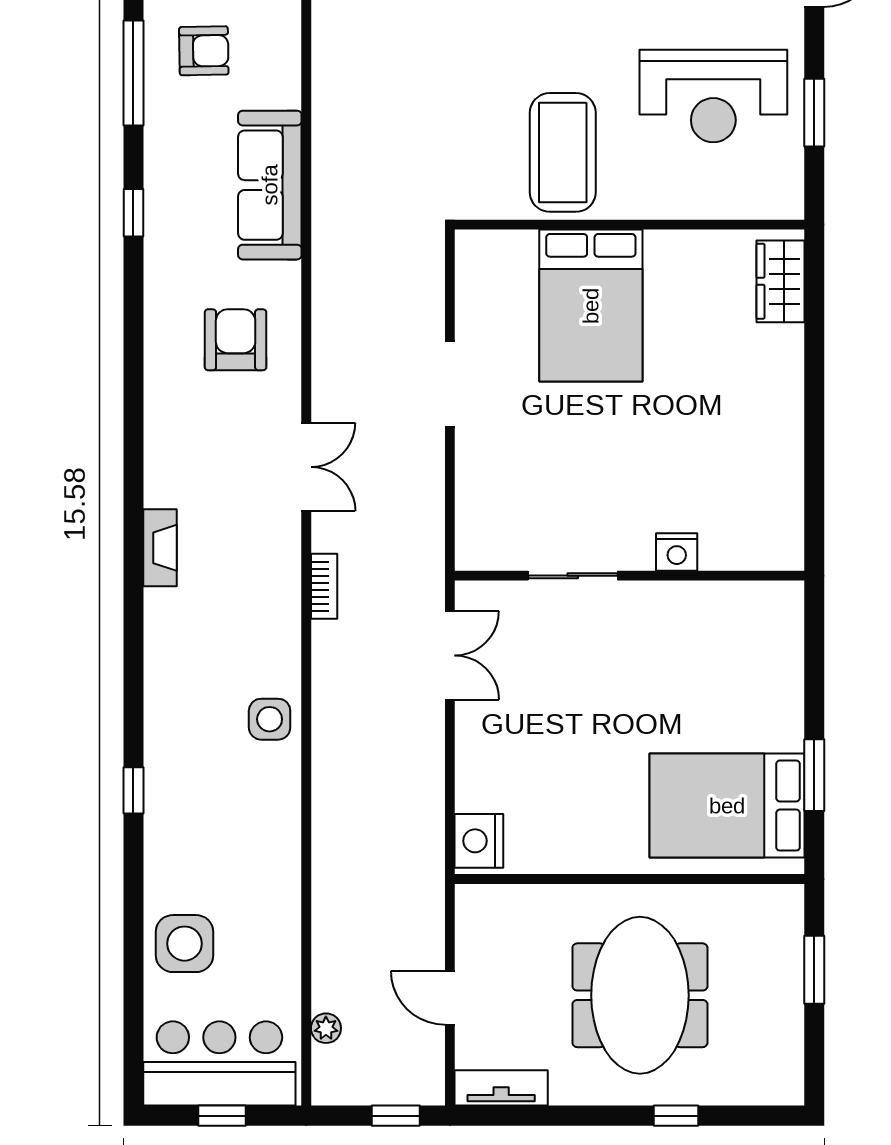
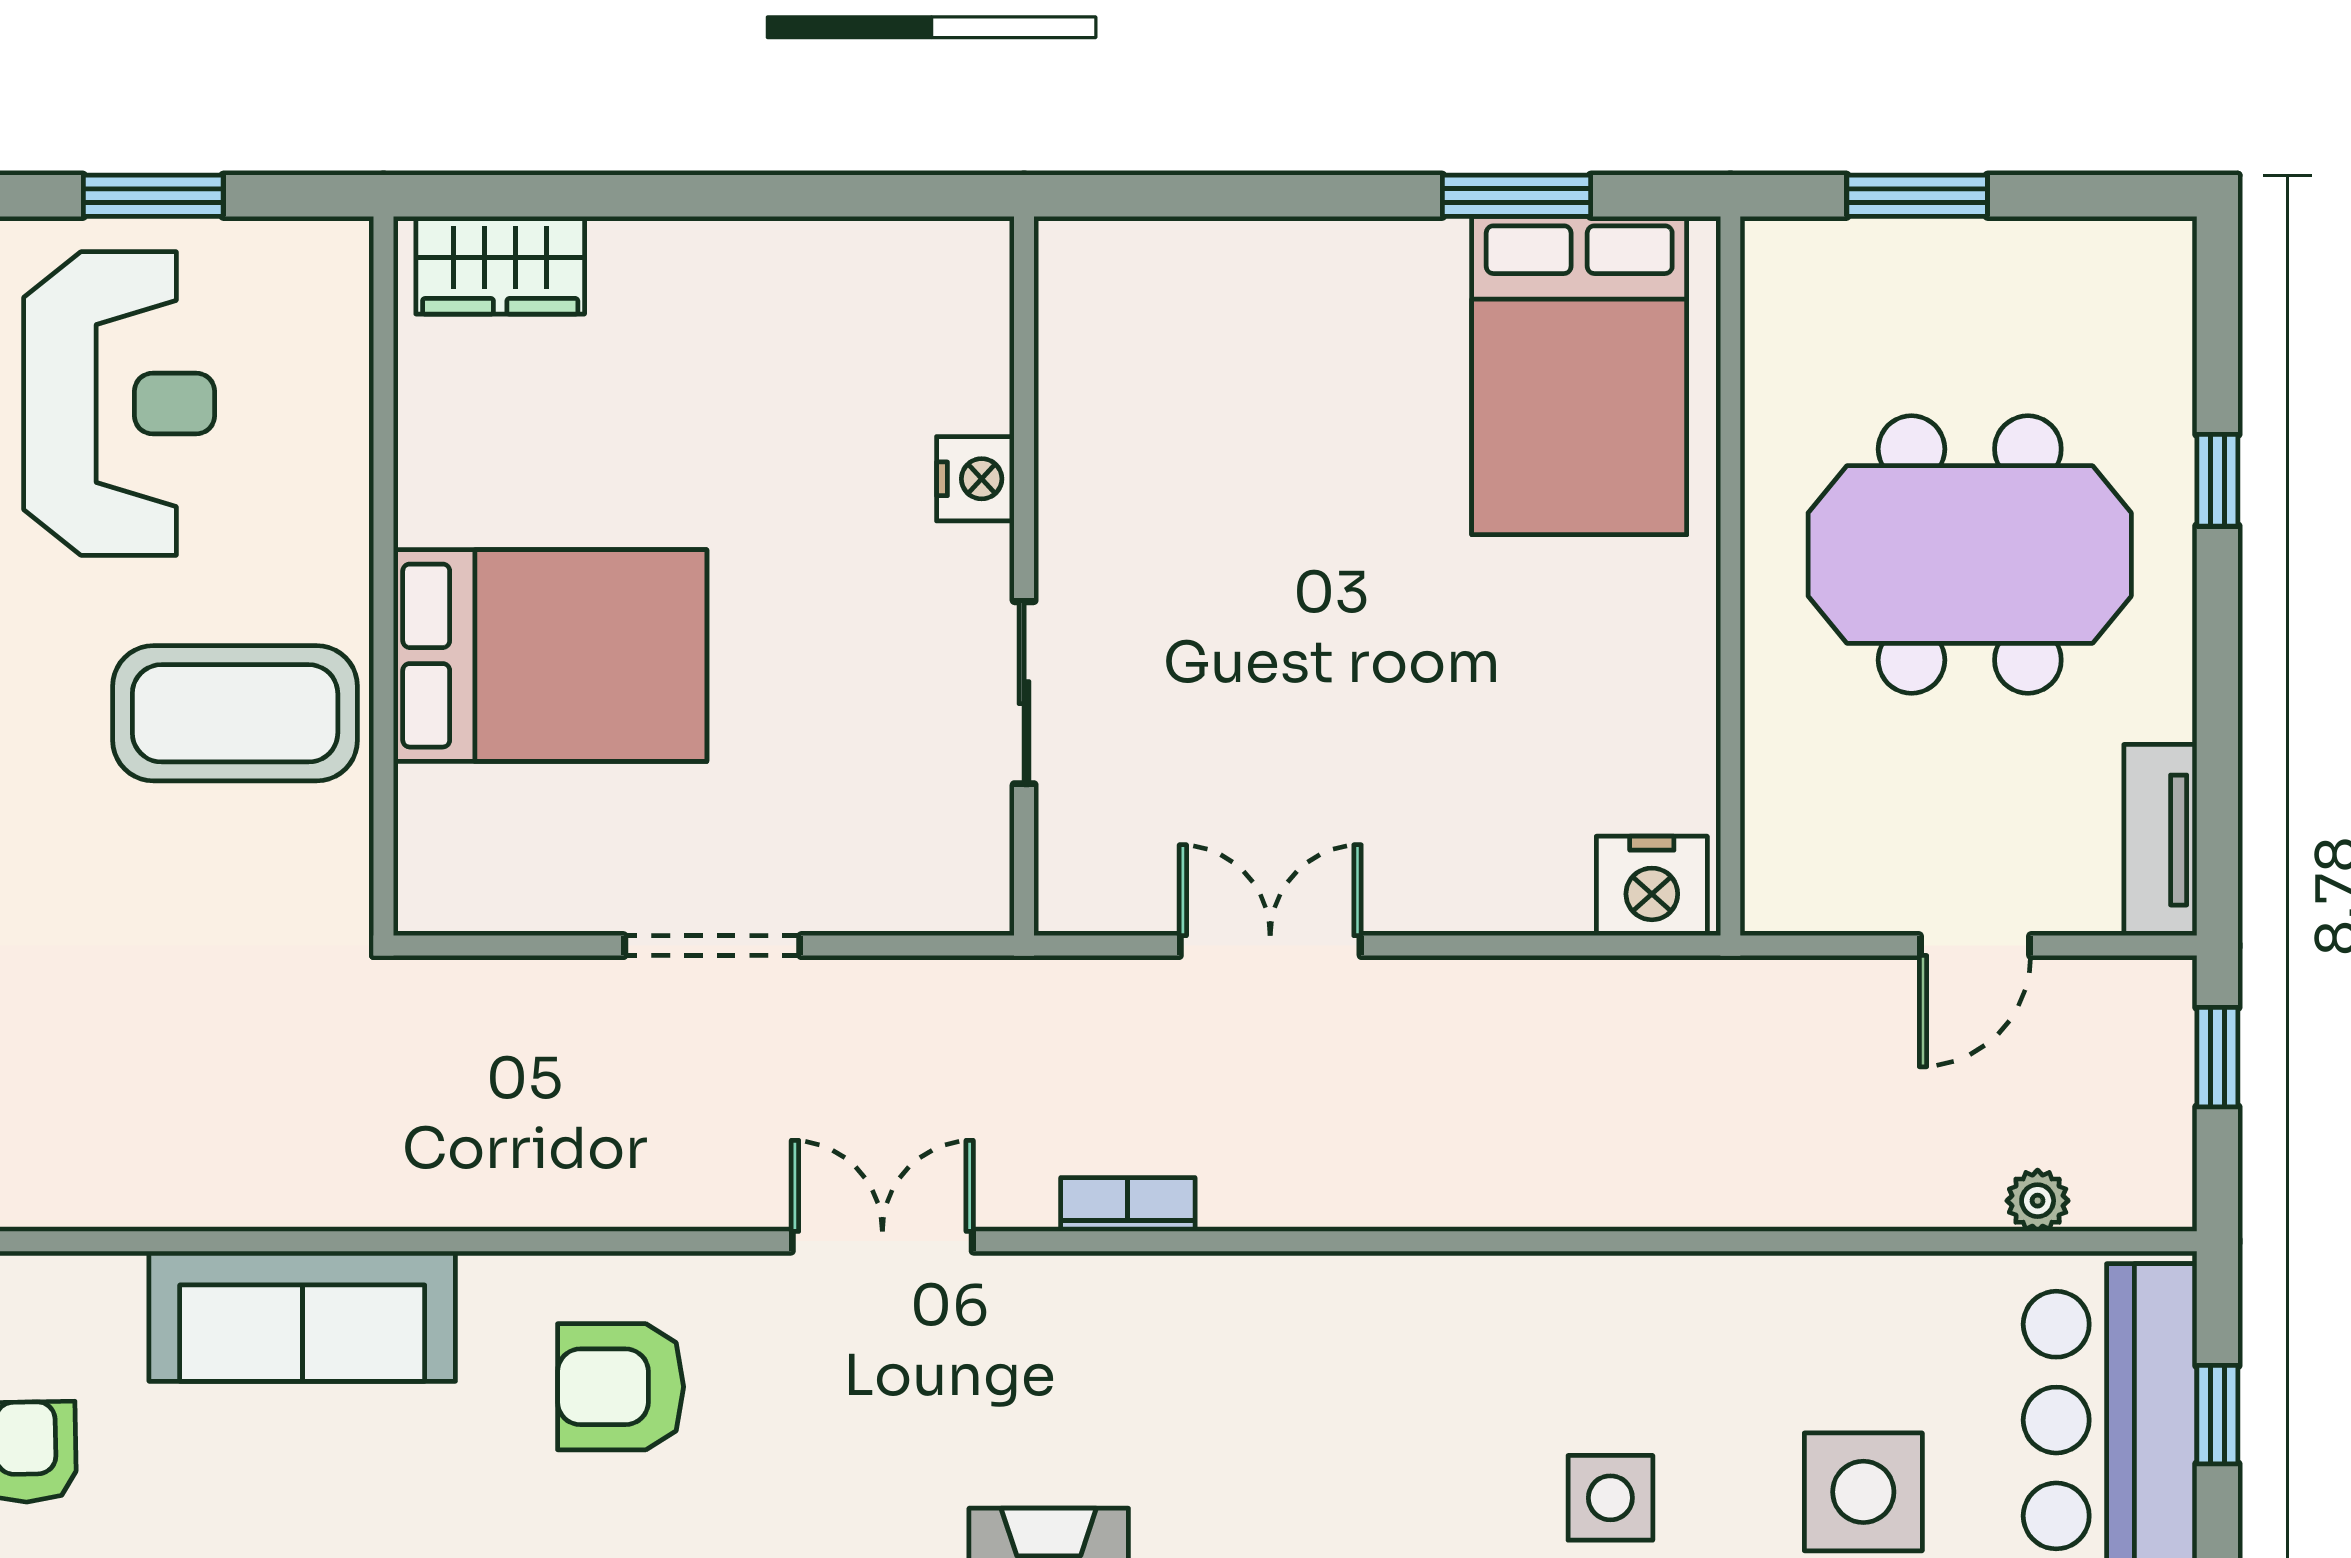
nightstand: (677, 552) -> (975, 479), moved
sliding door: (573, 576) -> (1024, 693), moved
wall: (629, 576) -> (1024, 576), moved
side table: (270, 719) -> (1610, 1498), moved

